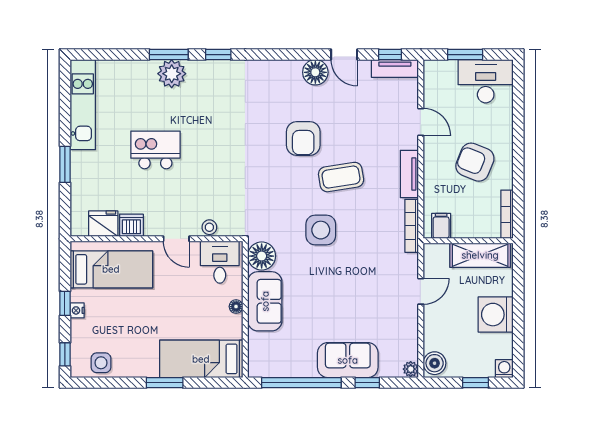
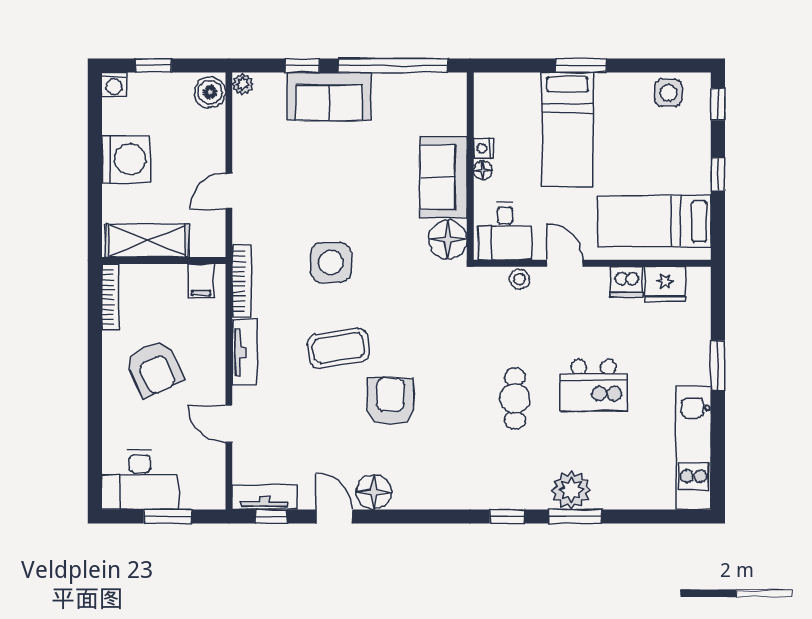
cafe table: (213, 140) -> (515, 398), added
armchair: (475, 162) -> (154, 369), turned 43
side table: (321, 230) -> (331, 262), moved
nightstand: (77, 310) -> (483, 148), moved, turned 180
bed: (201, 359) -> (567, 130), moved, turned 90

